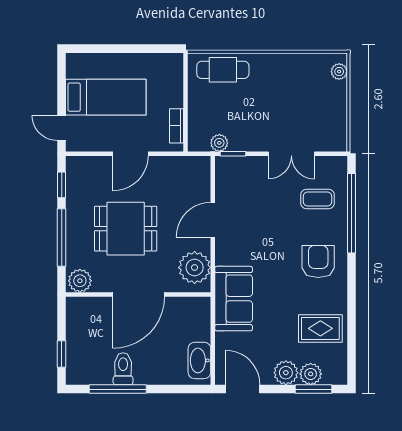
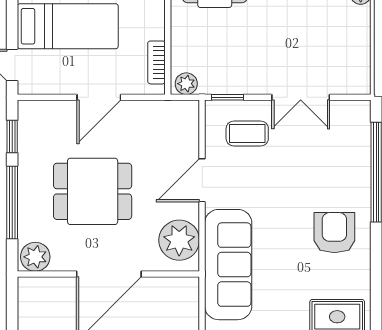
plant: (219, 143) -> (186, 84), moved
coffee table: (318, 199) -> (247, 134), moved
sofa: (234, 299) -> (228, 265), width x1.36

